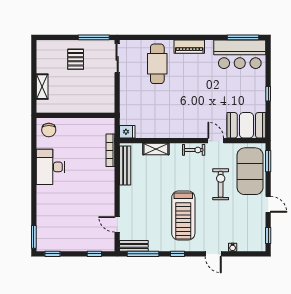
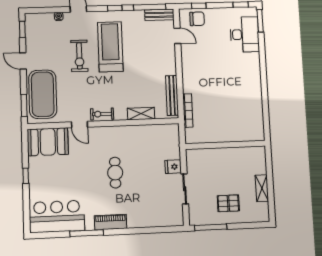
window: (243, 37) -> (87, 233), moved
sliding door: (117, 58) -> (185, 189), moved
pallet: (76, 59) -> (228, 203), turned 90
cafe table: (157, 64) -> (115, 173), moved, width x0.73, depth x0.74
shelving: (42, 87) -> (262, 188), moved
chair: (49, 130) -> (197, 19), moved, turned 90
fridge: (127, 132) -> (173, 167), moved
desk: (50, 167) -> (245, 34), moved
exercise bike: (221, 184) -> (79, 56), moved

